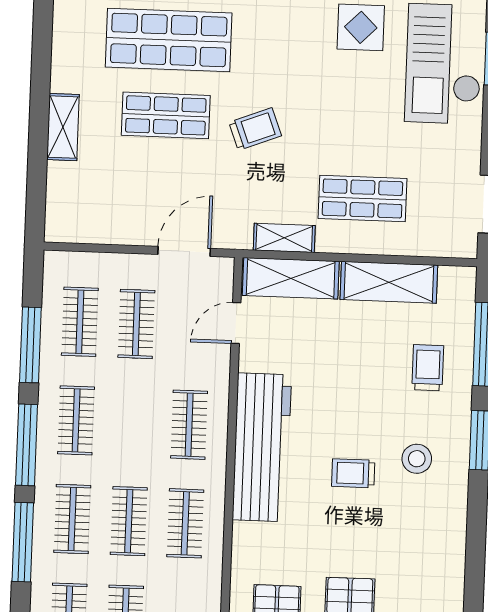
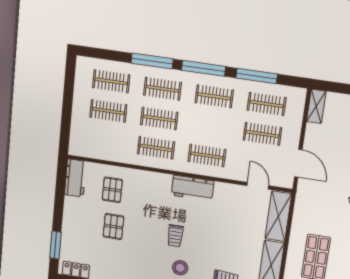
shelving: (284, 238) -> (316, 106), moved
workbench: (262, 447) -> (193, 188), width x0.53, depth x0.76
trolley: (353, 473) -> (175, 236), turned 180

